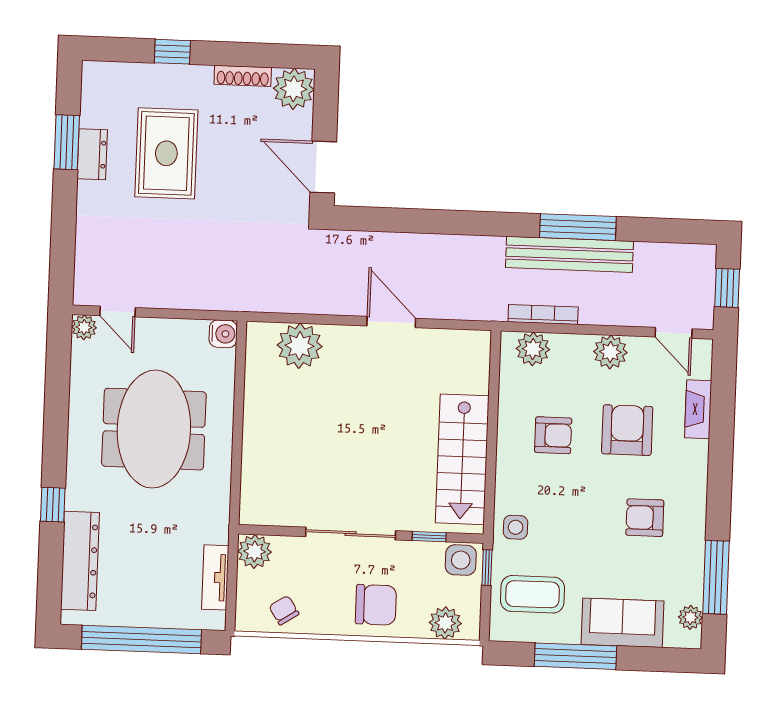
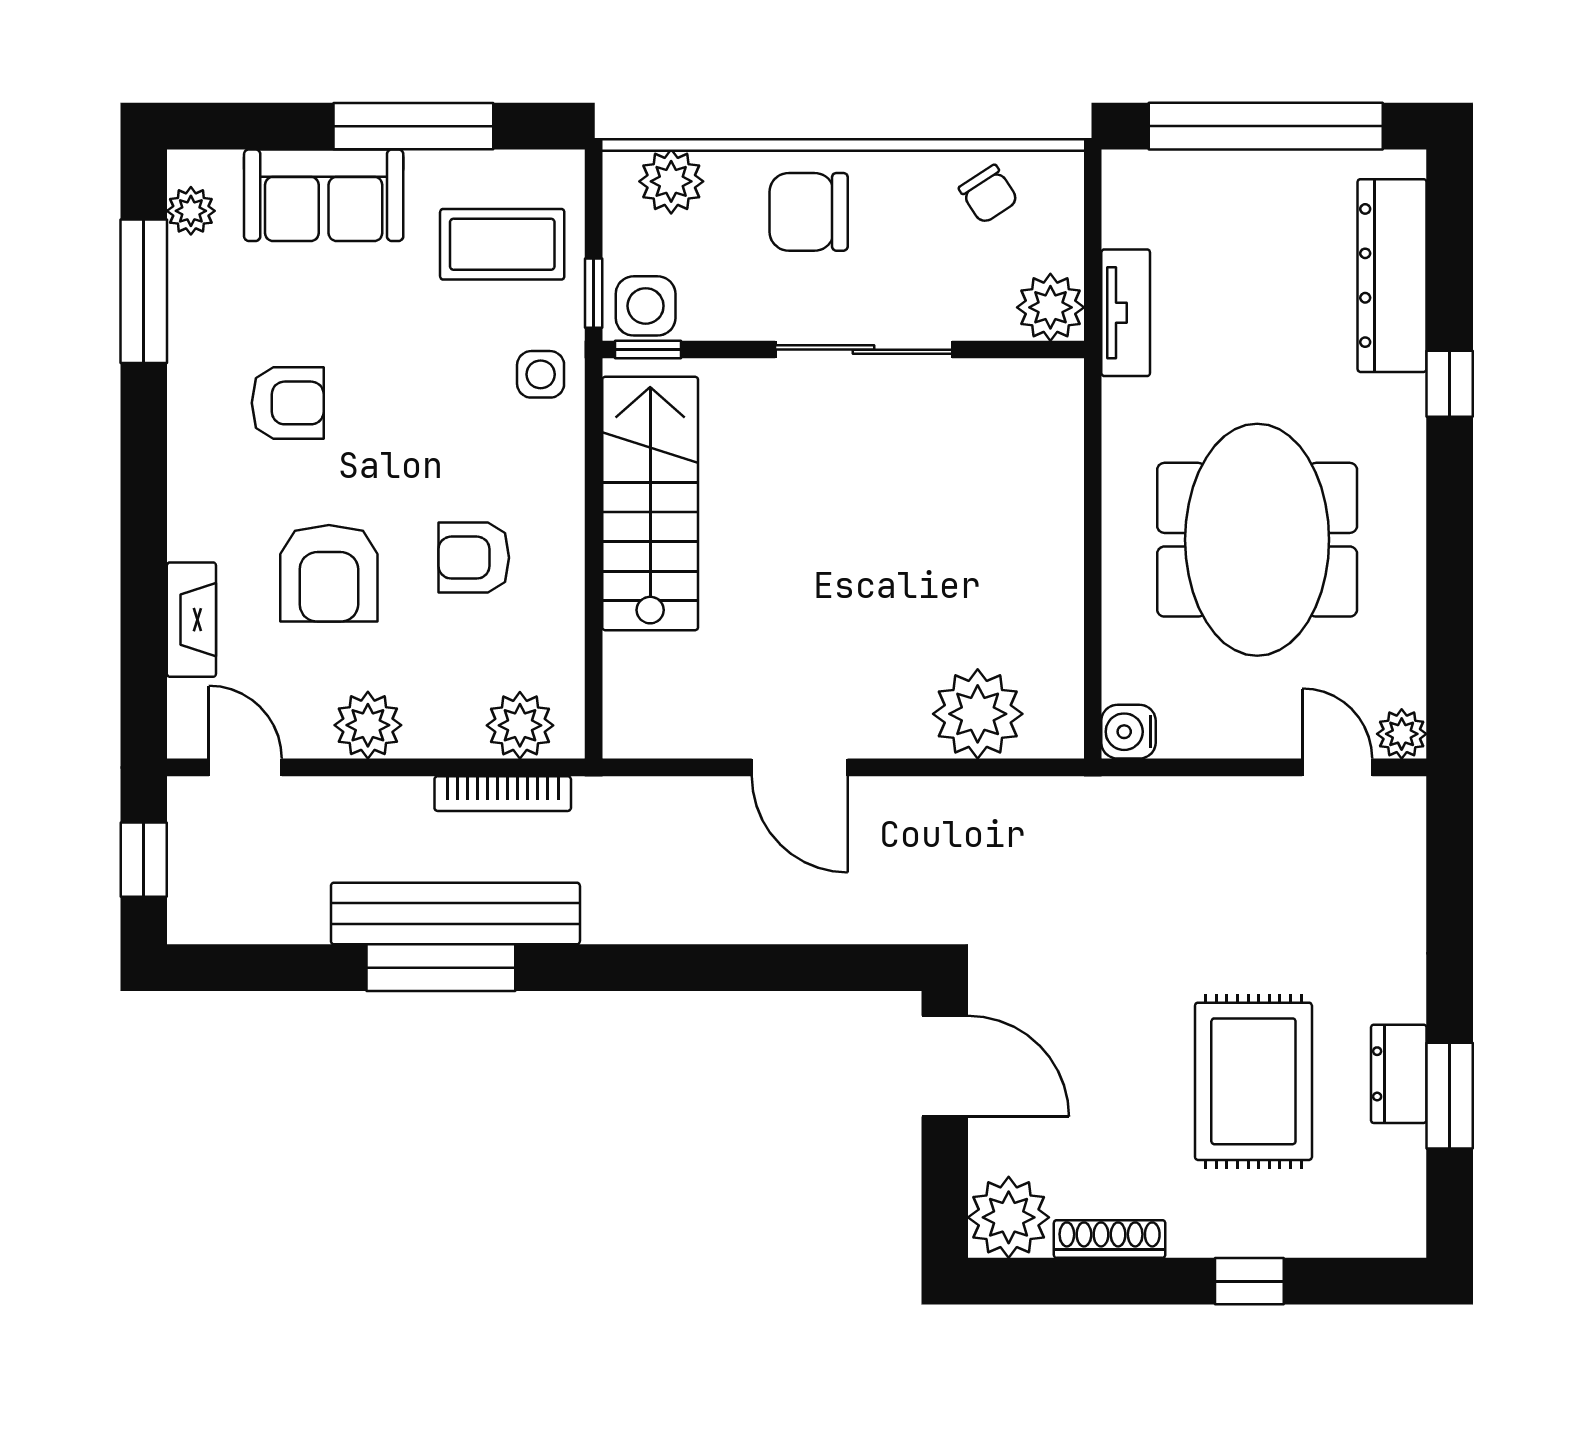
window: (429, 537) -> (648, 350), moved
tv unit: (215, 577) -> (1126, 313), moved

